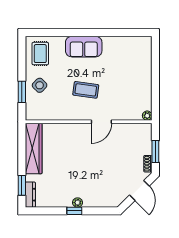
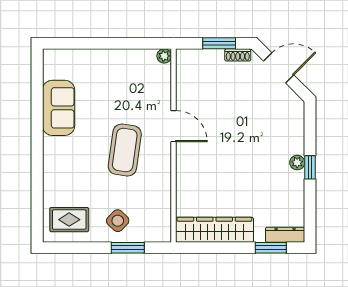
sofa: (84, 47) -> (59, 108), moved
coffee table: (86, 90) -> (125, 150), width x1.36, depth x1.32

